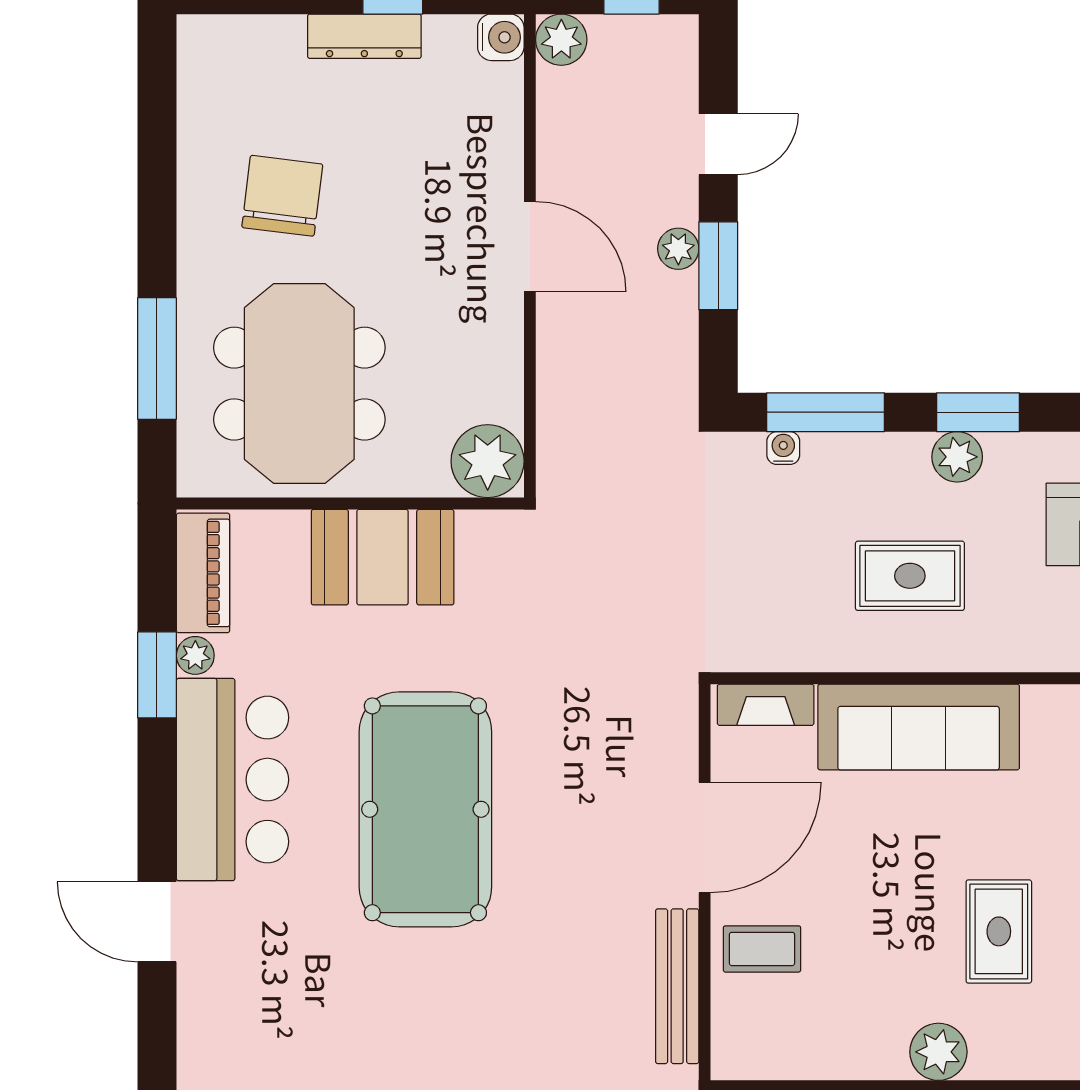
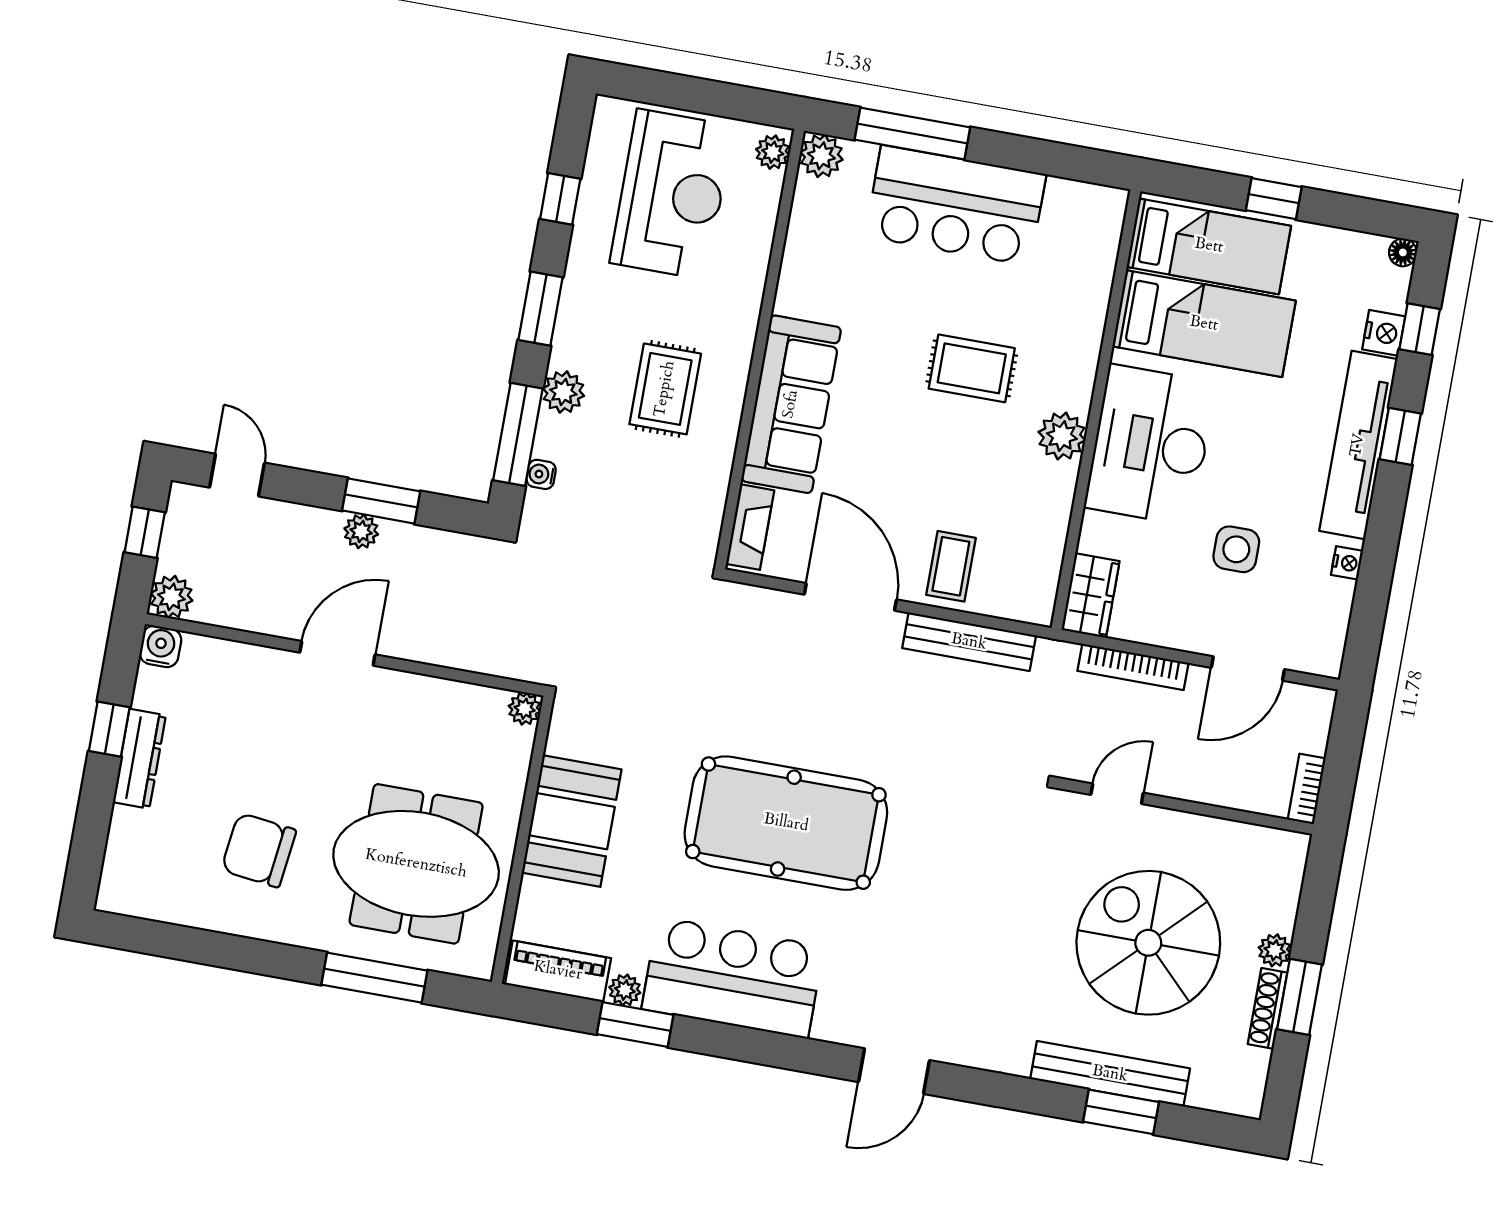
door: (718, 144) -> (237, 475), moved
plant: (957, 457) -> (563, 392), moved
plant: (488, 461) -> (525, 709), width x0.53, depth x0.53
door: (157, 922) -> (894, 1071), moved

